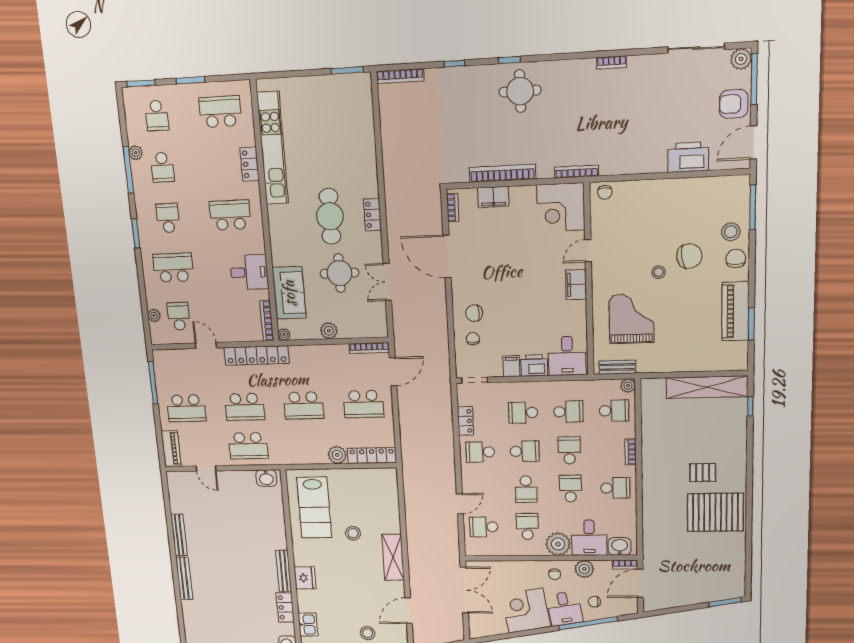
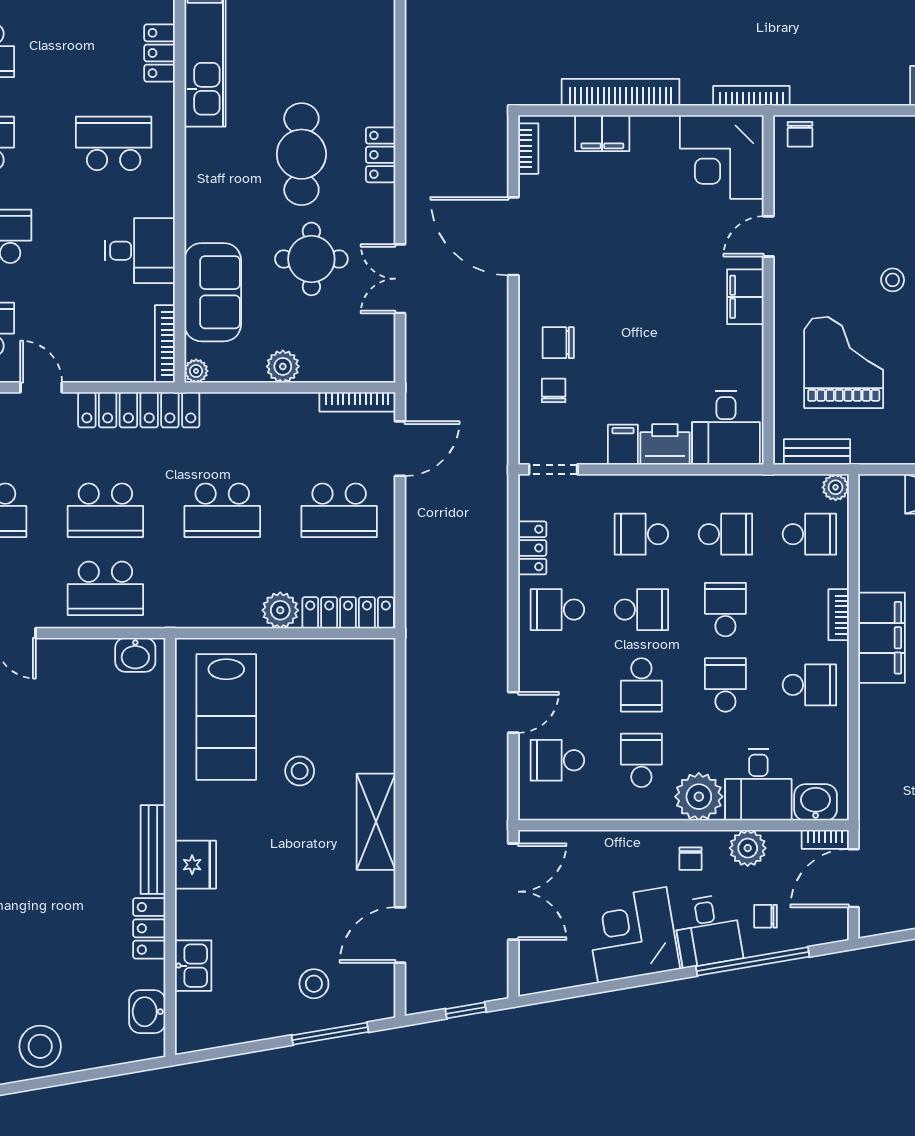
filing cabinet: (654, 463) -> (882, 638), added

